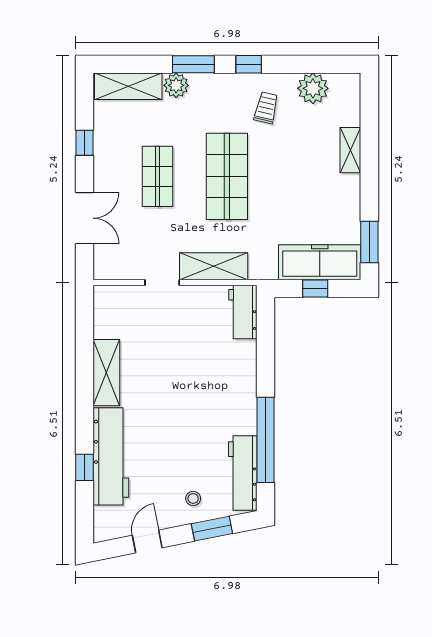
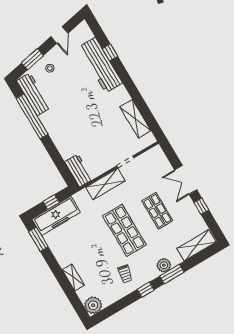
plant: (176, 85) -> (164, 265), moved
plant: (313, 88) -> (93, 305), moved
double door: (84, 218) -> (186, 180), moved
shelving: (106, 373) -> (135, 119), moved

